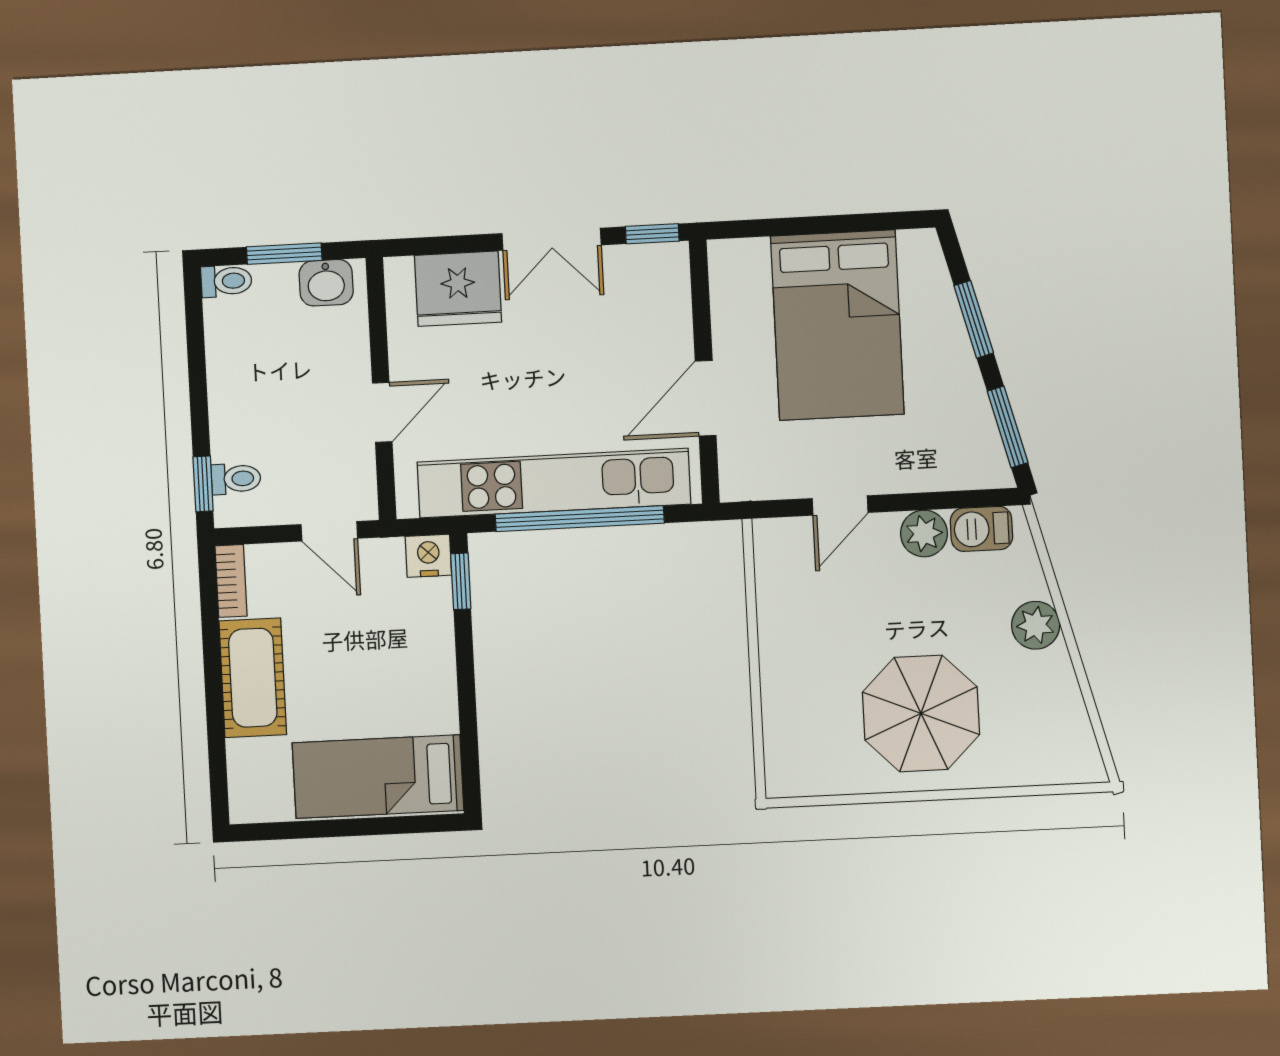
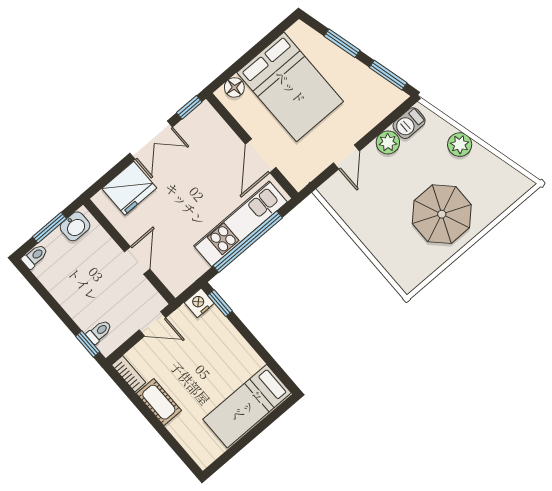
floor lamp: (748, 257) -> (234, 87), added
kitchen unit: (554, 483) -> (240, 224), width x0.73
cot: (253, 678) -> (159, 402), width x0.73, depth x0.75

